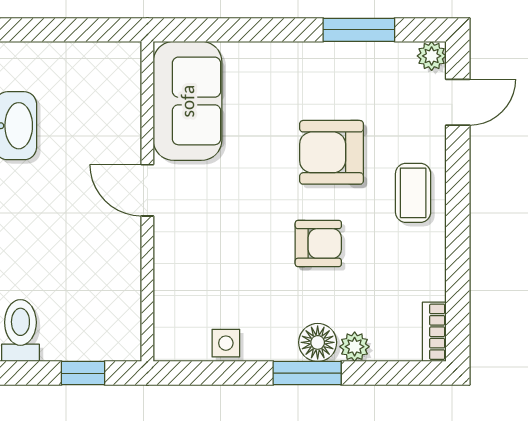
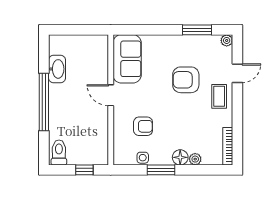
door: (458, 102) -> (237, 73), moved
armchair: (318, 243) -> (143, 126), moved
bookcase: (434, 332) -> (228, 146), width x1.56
window: (307, 373) -> (161, 170), moved

